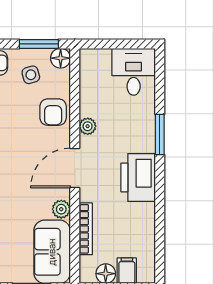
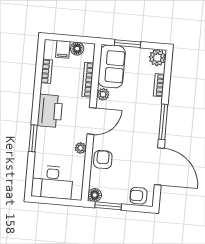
desk: (134, 72) -> (52, 182), width x1.37
side table: (31, 75) -> (115, 186), removed
bookcase: (148, 236) -> (47, 71), added

